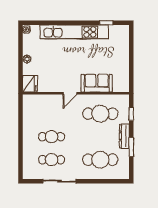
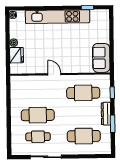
sofa: (97, 83) -> (101, 58), moved, turned -90
fridge: (30, 84) -> (17, 55), moved
door: (70, 93) -> (54, 74), swing flipped
cafe table: (52, 137) -> (38, 115), width x1.37, depth x1.35

